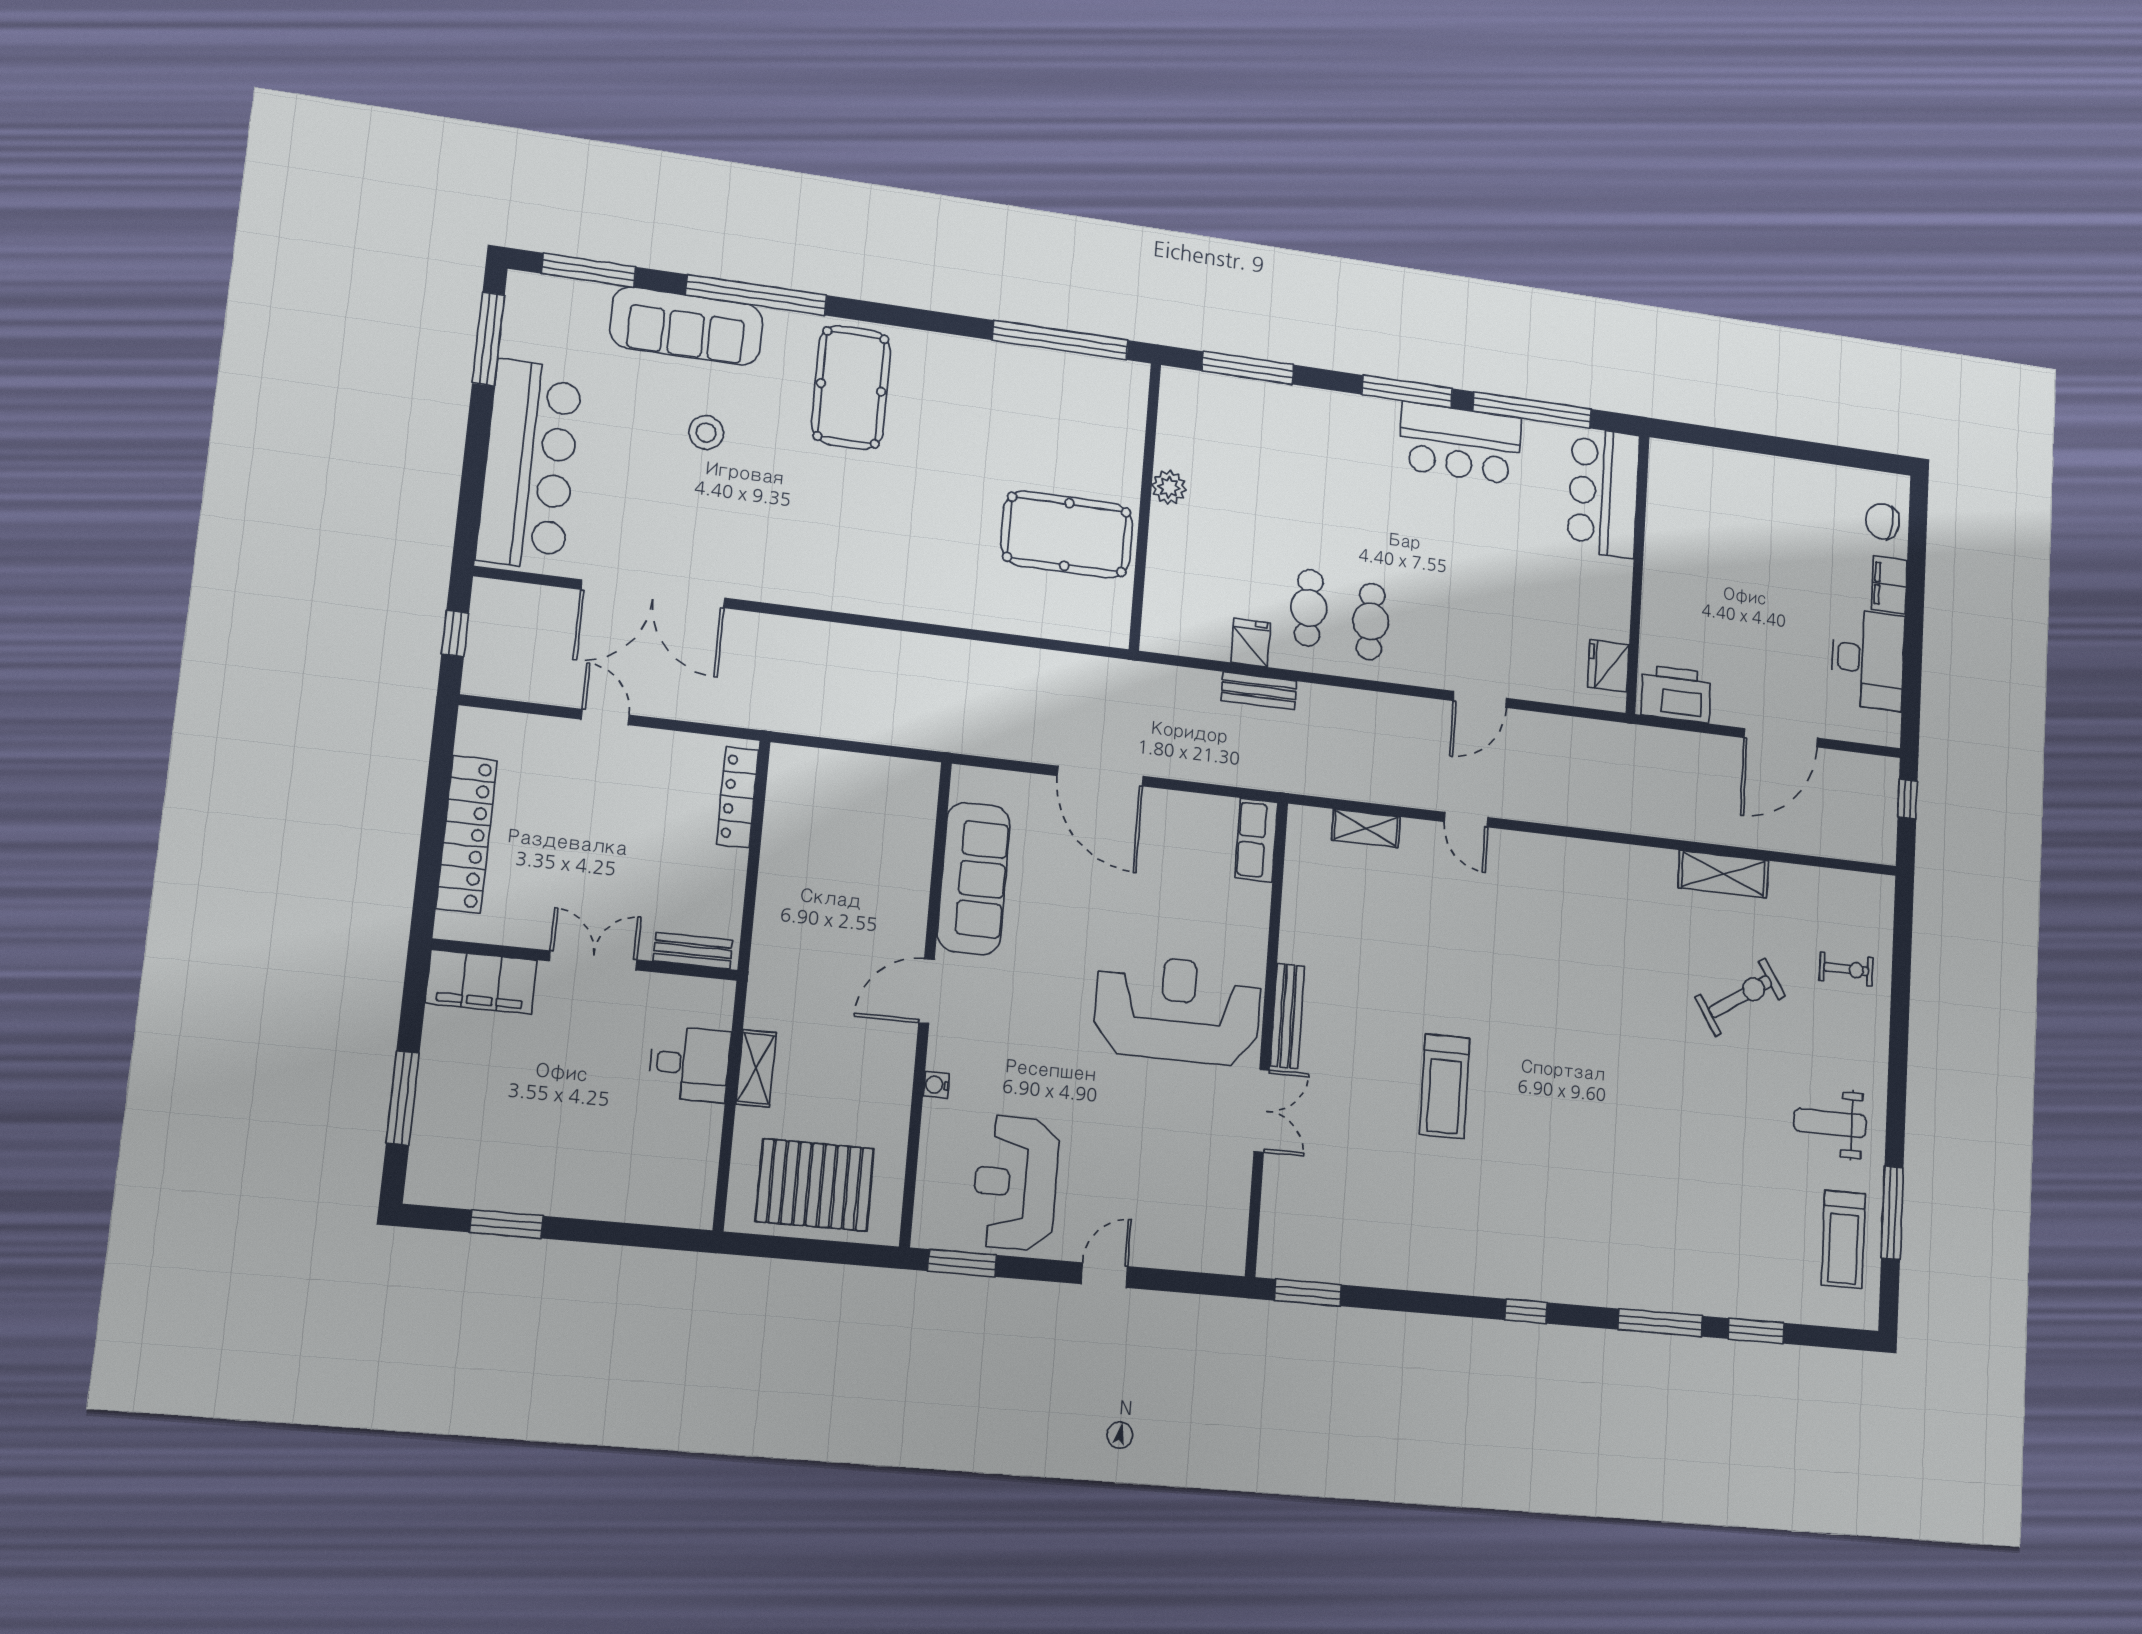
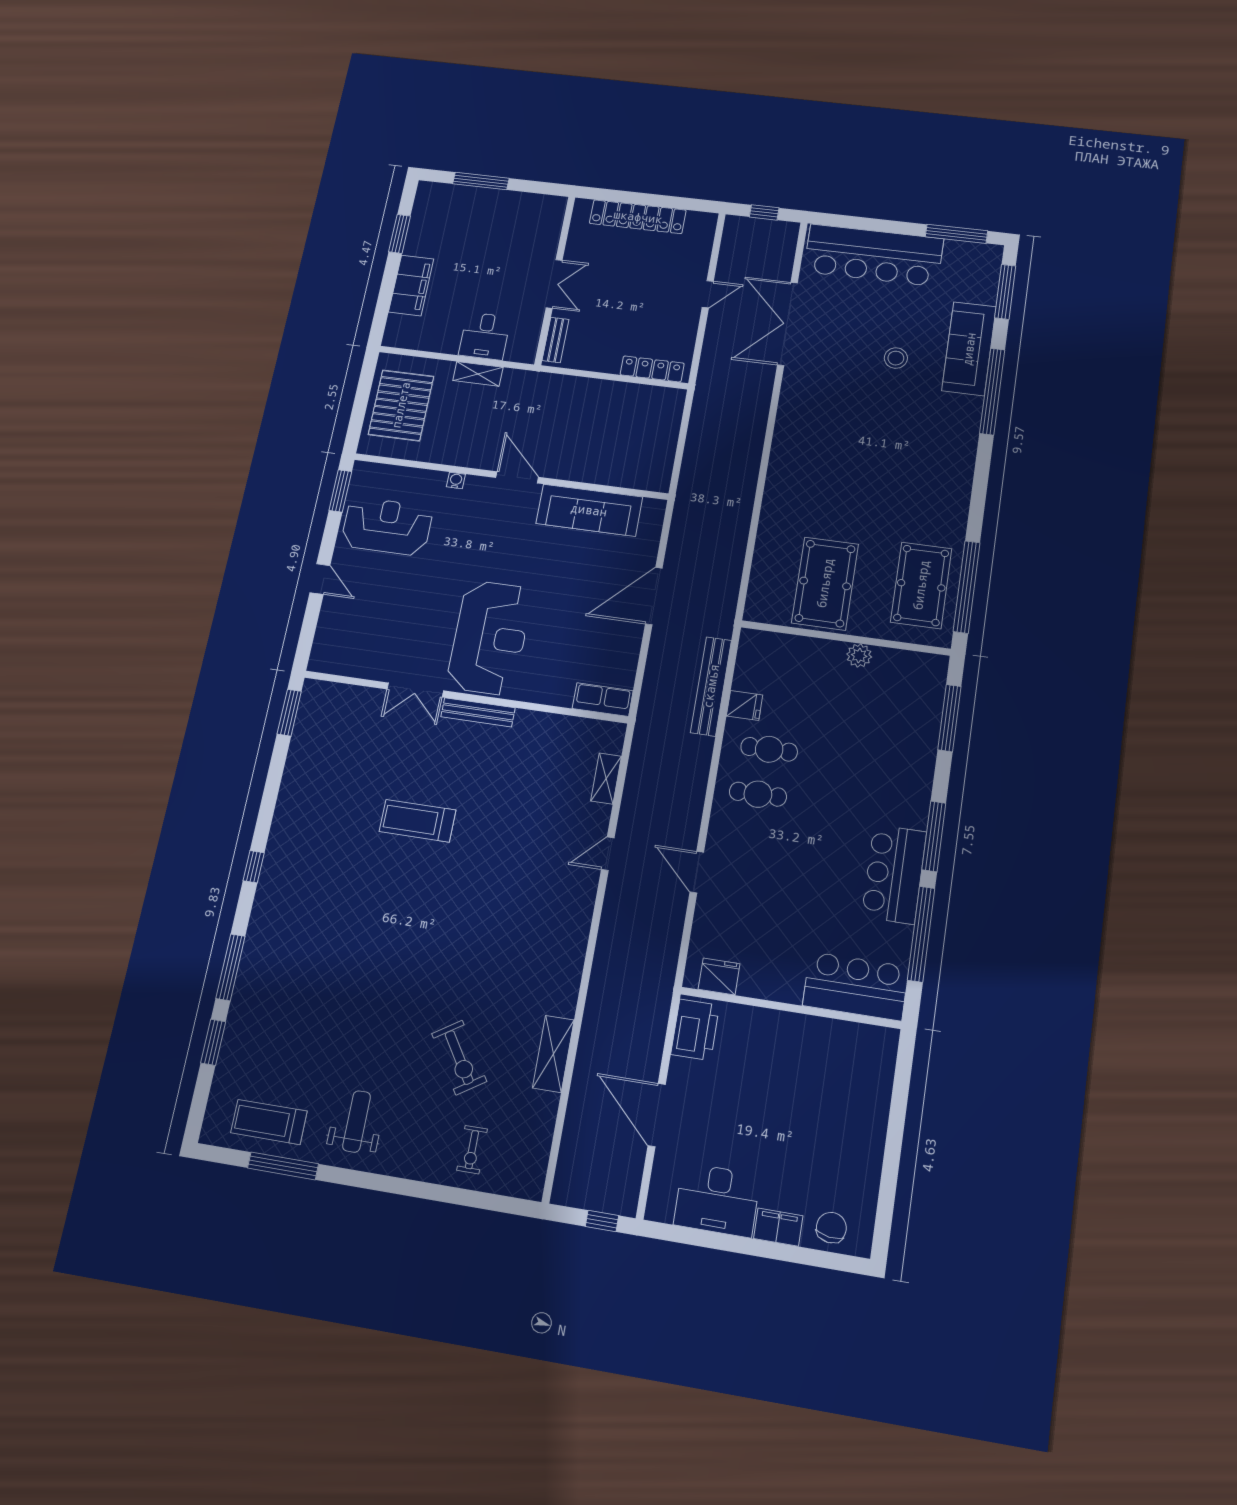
pool table: (851, 387) -> (921, 585), moved, turned 90
bench: (1259, 691) -> (711, 686), width x1.86, depth x1.21
filing cabinet: (481, 982) -> (411, 285), moved, turned 180

